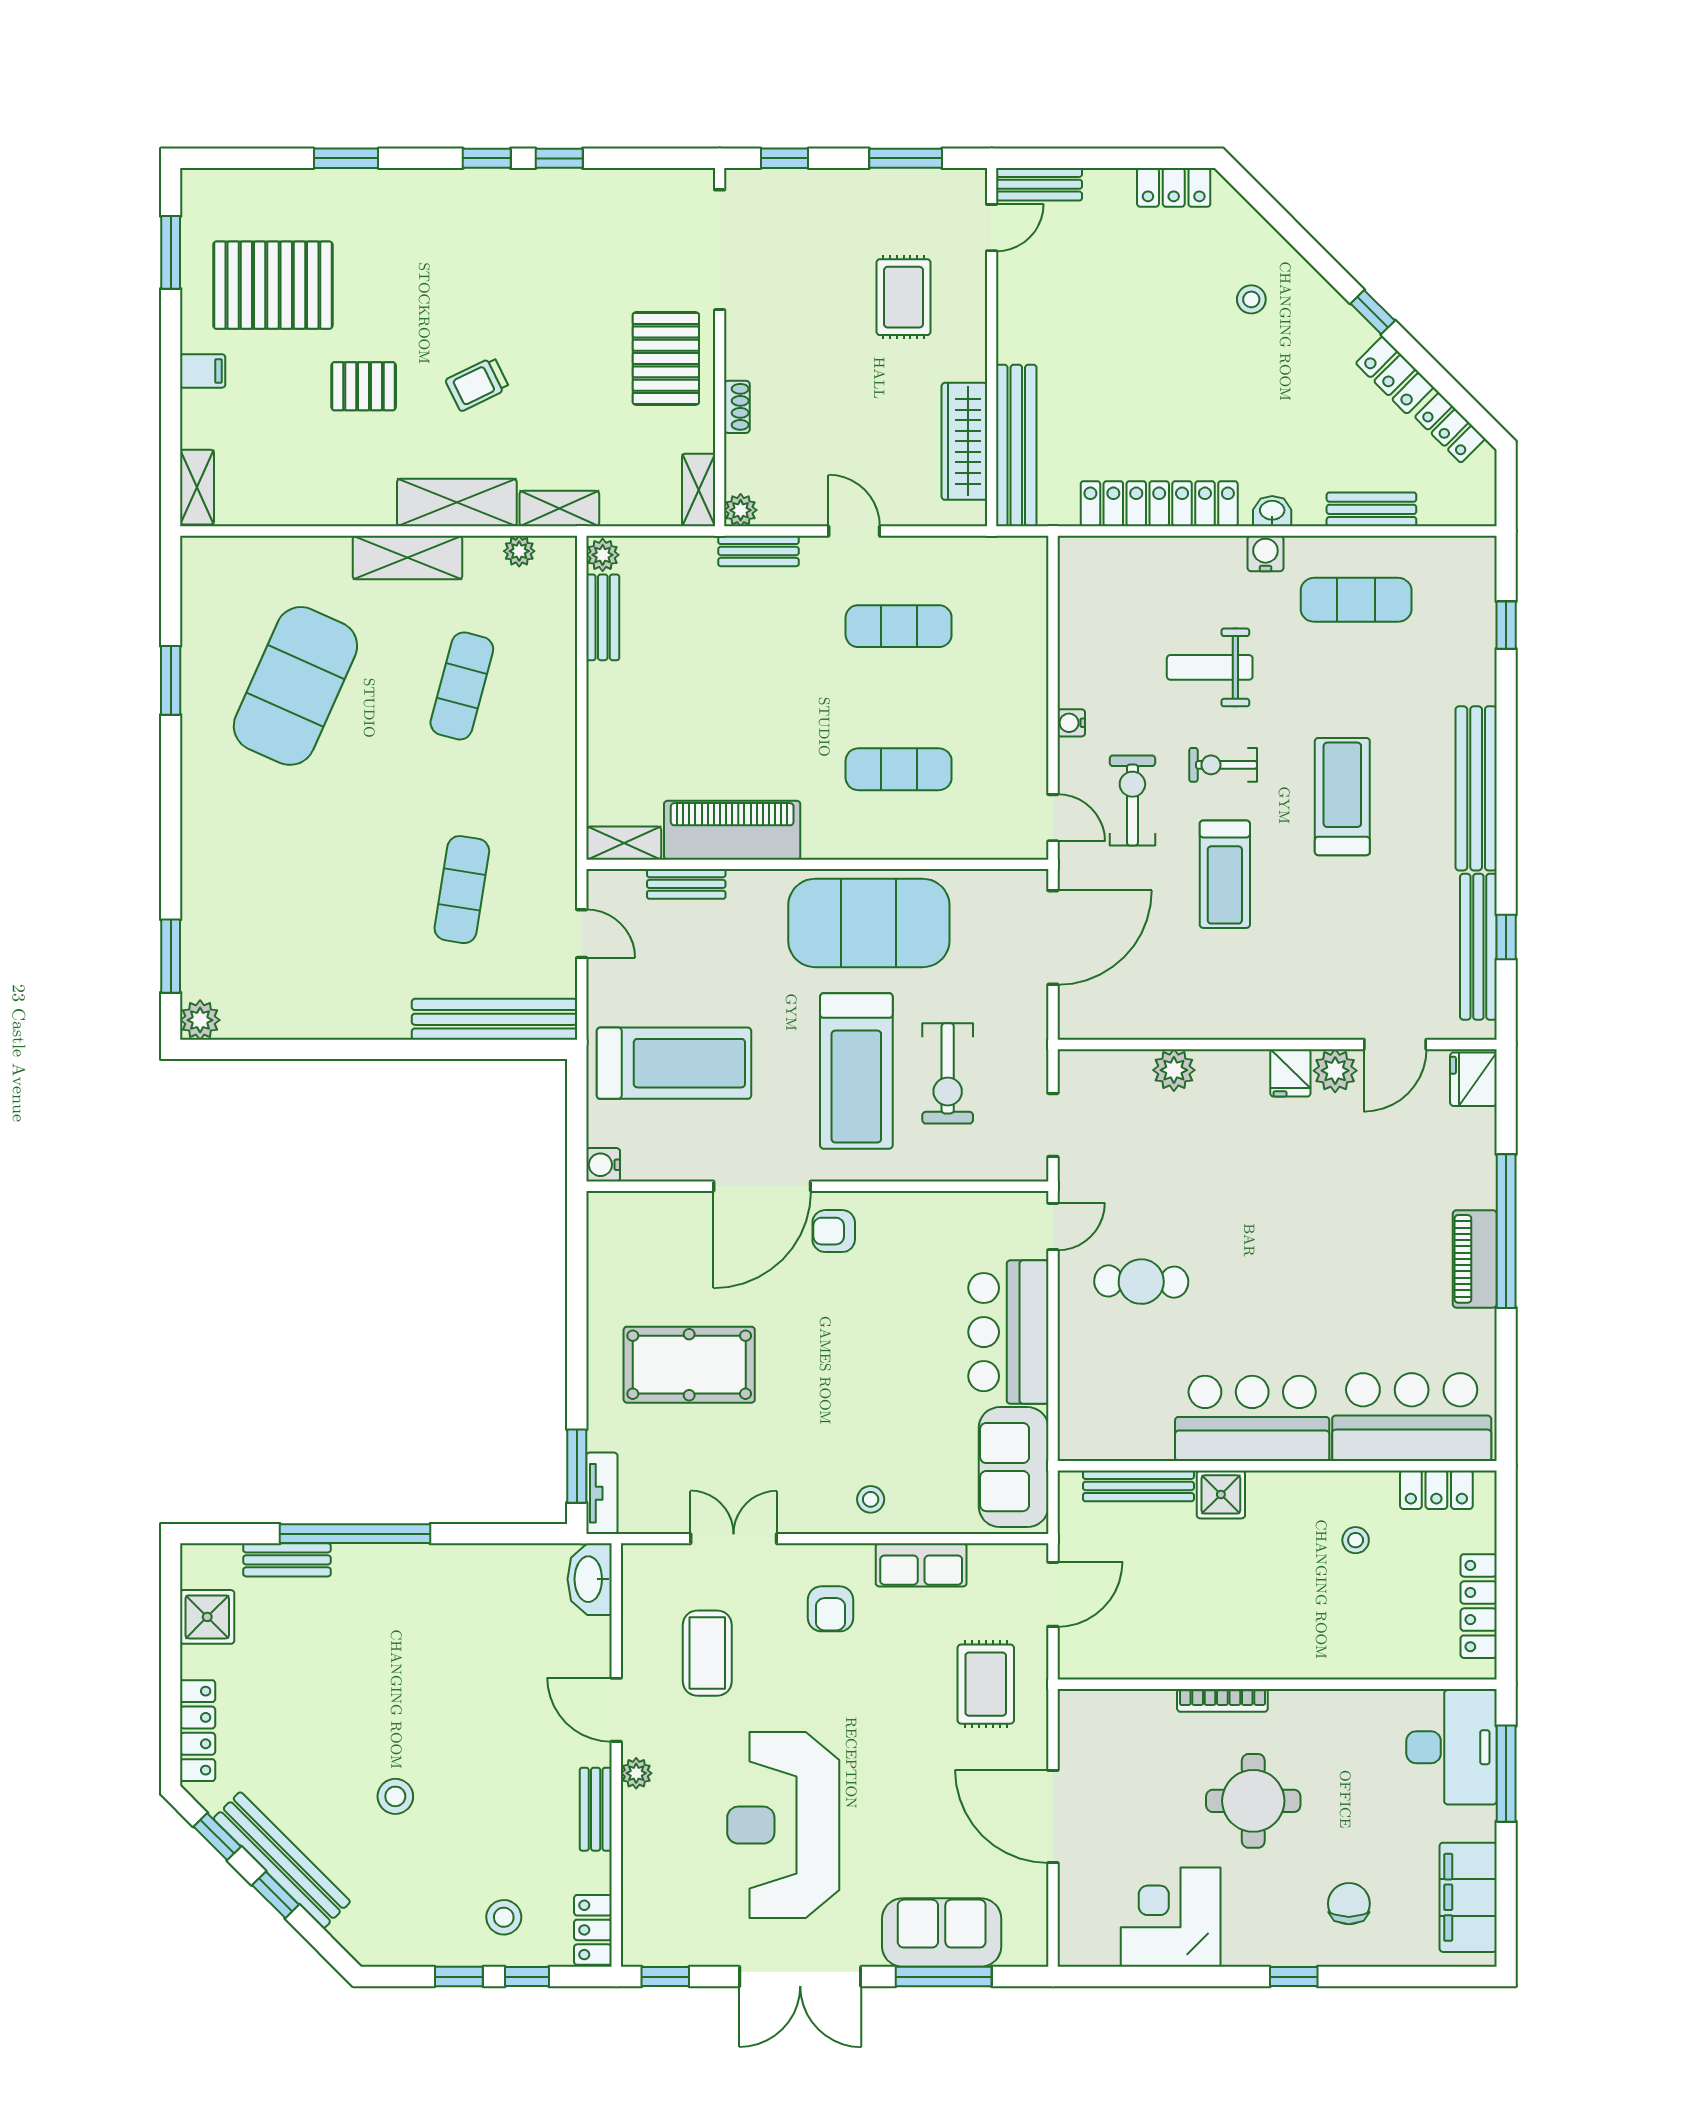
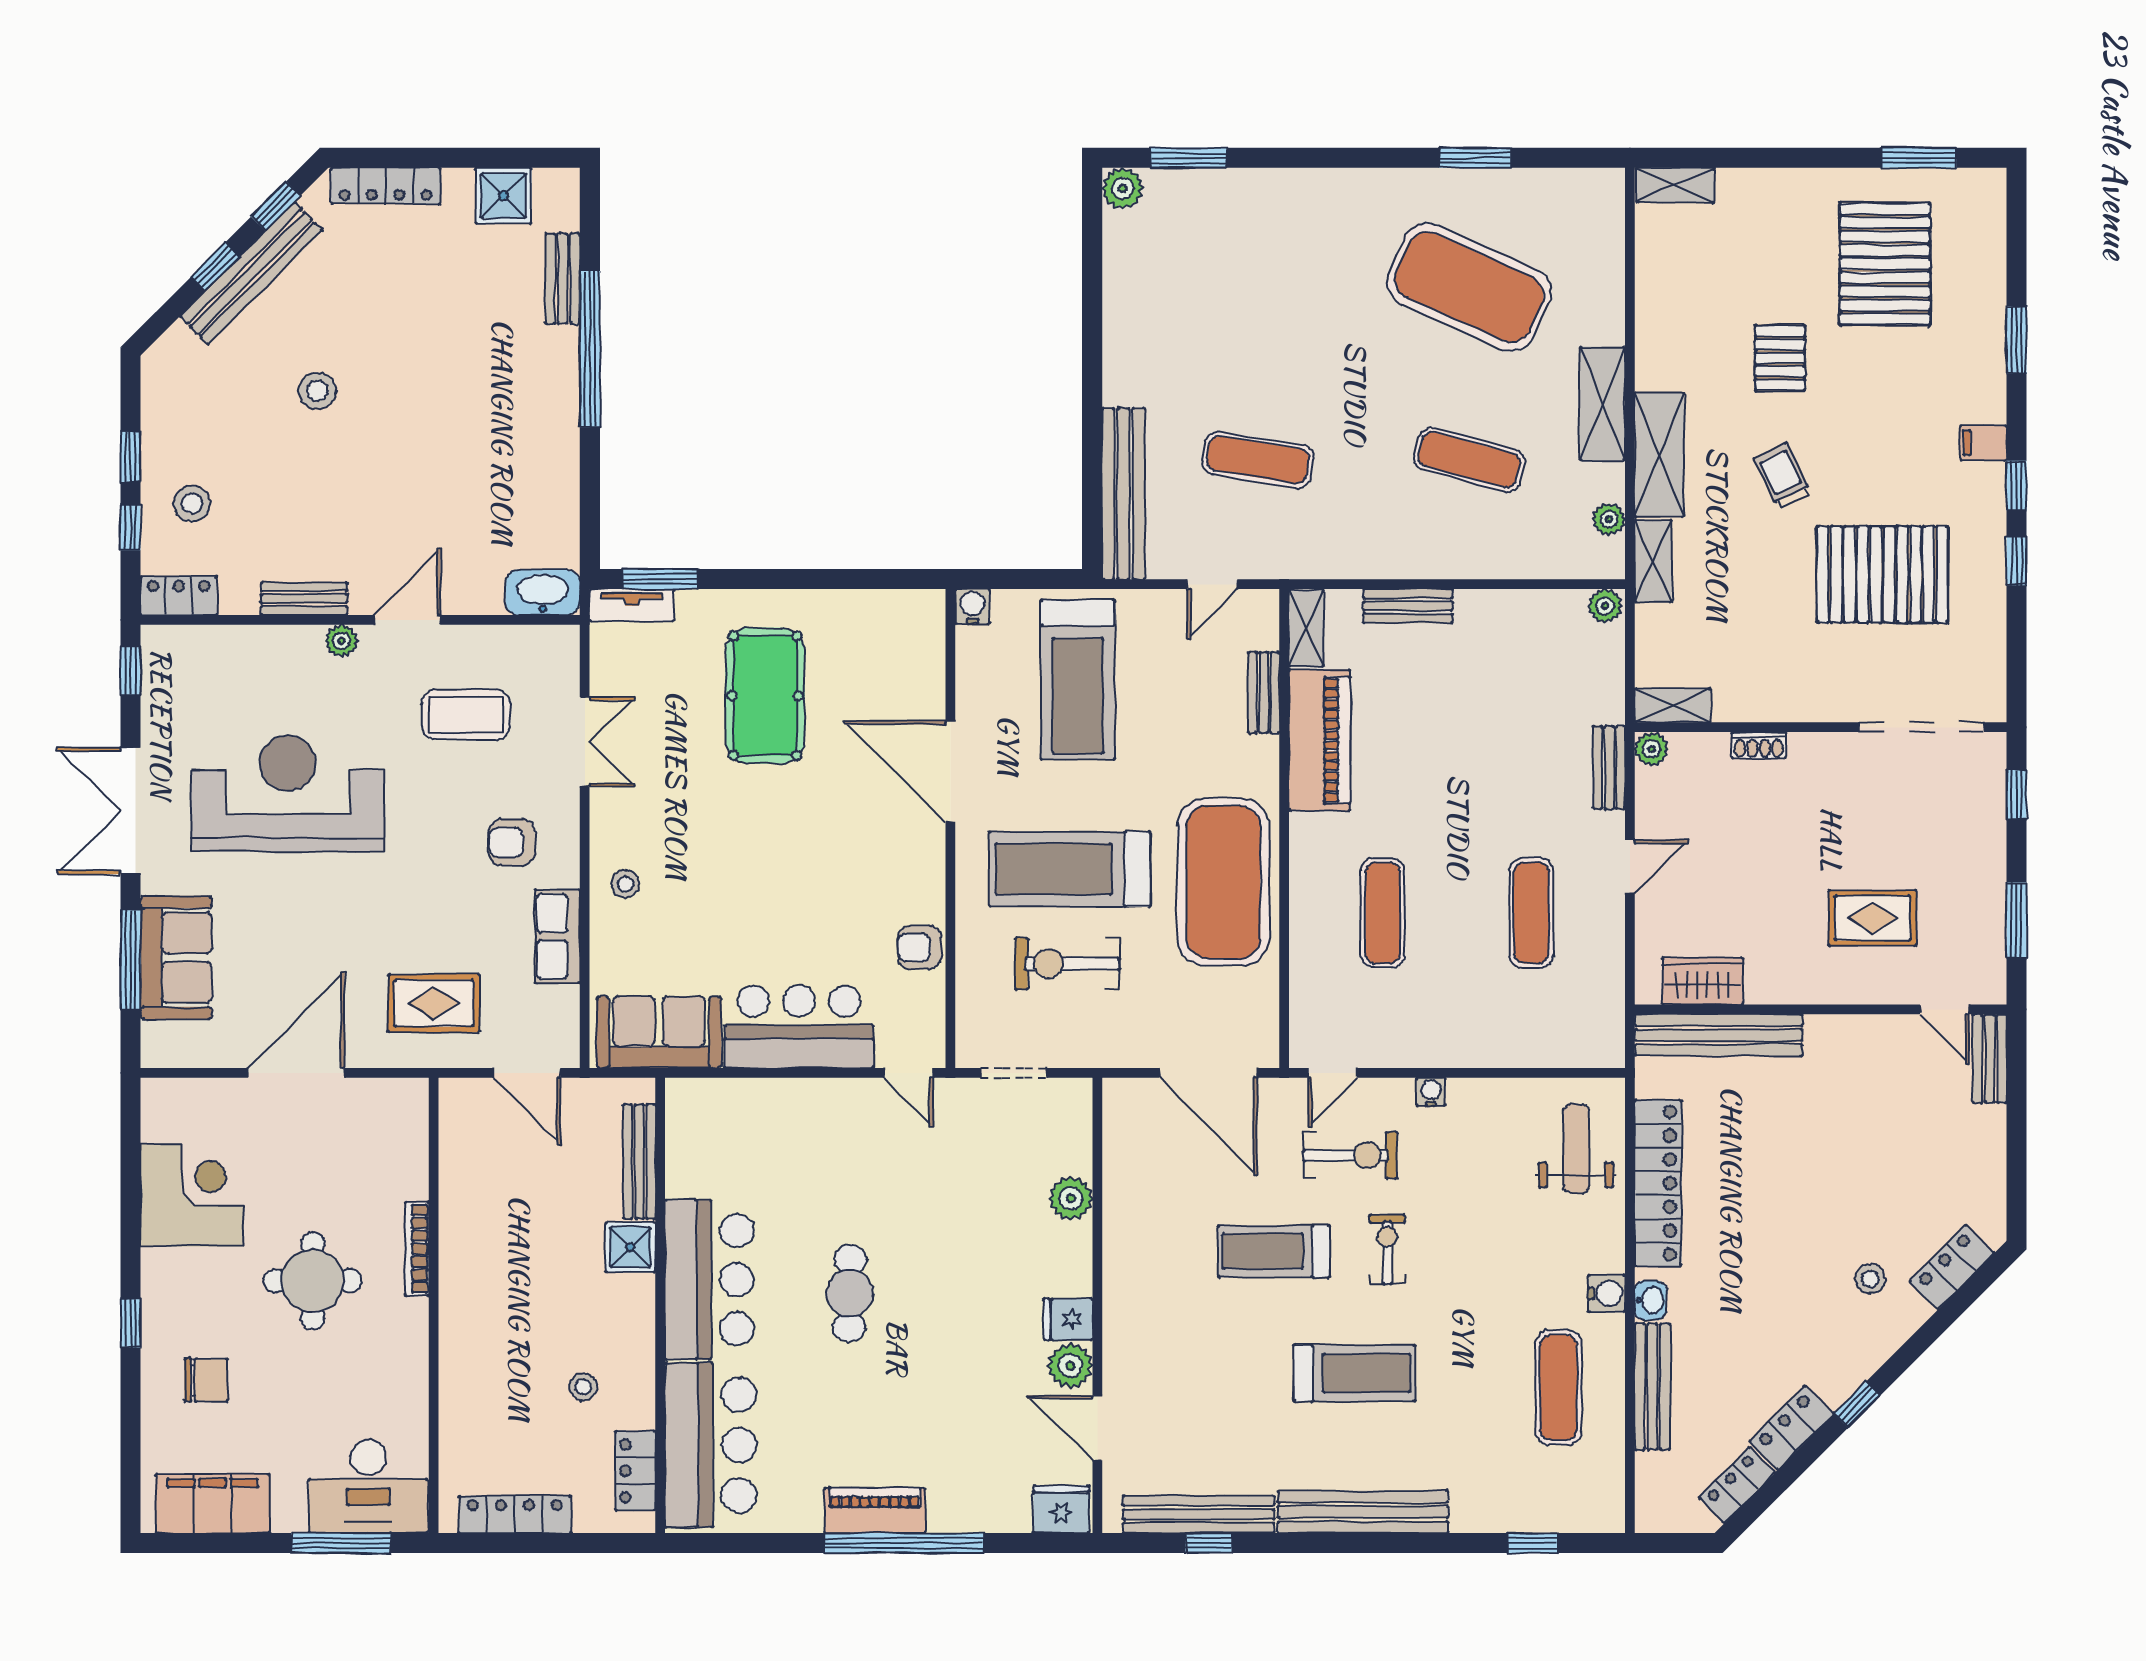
locker: (1174, 187) -> (1952, 1267), moved, turned 45
pallet: (666, 359) -> (1882, 574), moved, width x1.37, depth x1.41
filing cabinet: (203, 371) -> (1983, 443), moved, turned 90
wardrobe: (964, 441) -> (1703, 981), width x0.67
bench: (1371, 509) -> (1652, 1387), width x1.36
bench: (603, 617) -> (1408, 606), moved
weight bench: (1210, 667) -> (1576, 1149), moved
armchair: (834, 1231) -> (920, 947), moved, turned -90
cafe table: (1141, 1282) -> (850, 1293), moved

